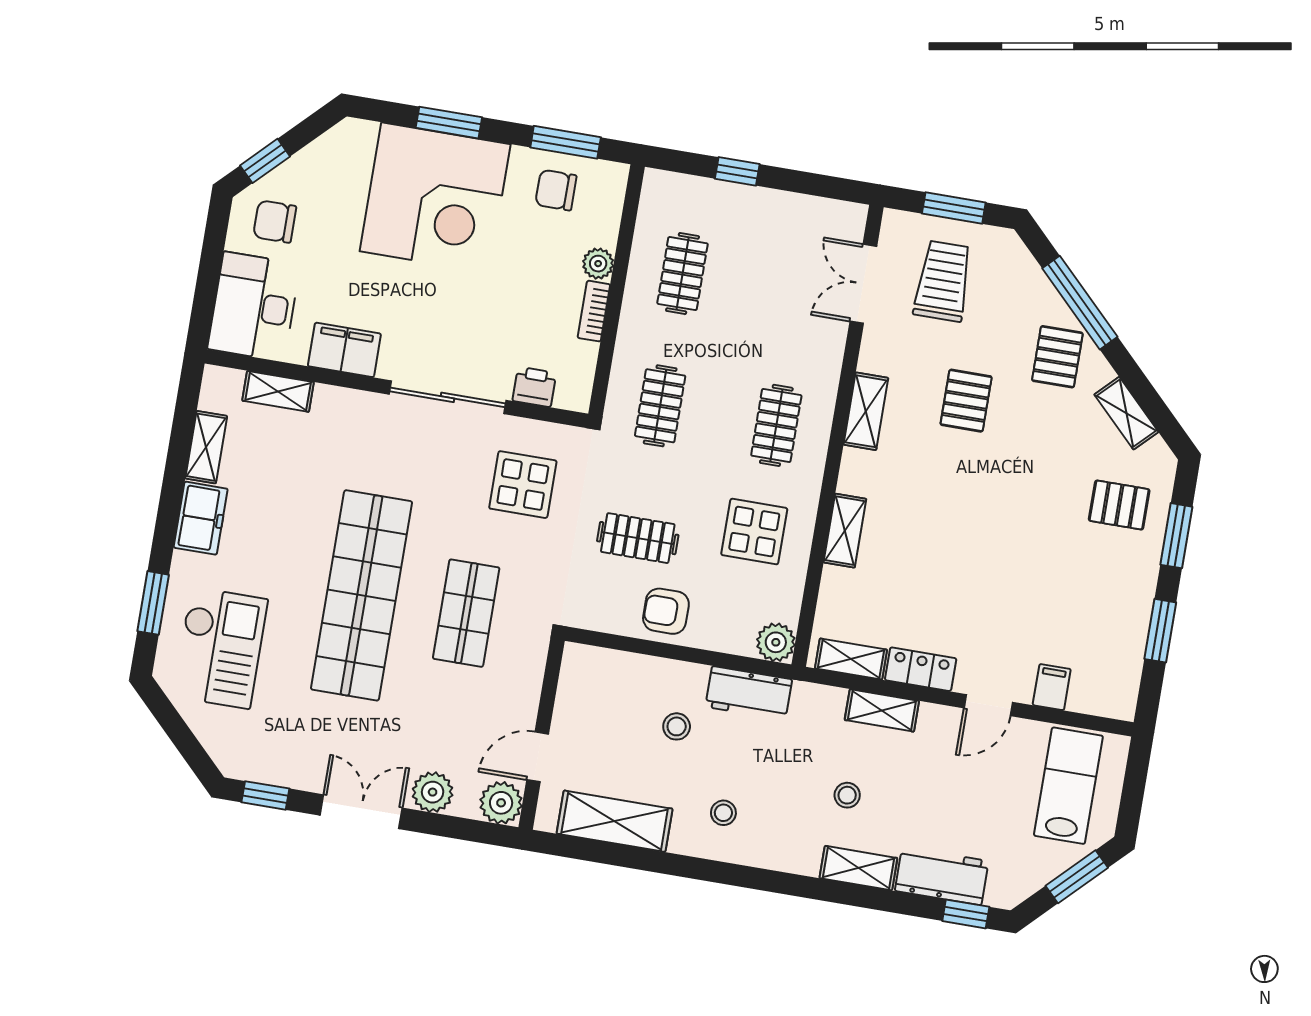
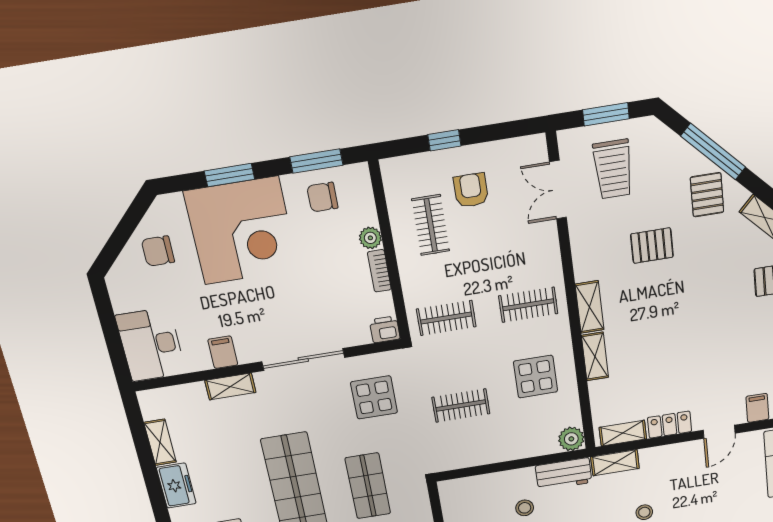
window: (265, 161) -> (114, 245), removed
chair: (275, 222) -> (158, 251), moved
trolley: (943, 281) -> (613, 169), turned 180
filing cabinet: (344, 350) -> (223, 352), width x0.50
printer: (534, 387) -> (385, 329), moved
shelving: (278, 391) -> (230, 386), moved
pallet: (966, 401) -> (652, 246), turned 90
clothes rail: (660, 406) -> (446, 318), turned 90
shelving: (866, 411) -> (590, 307), moved
clothes rail: (776, 425) -> (528, 305), turned 90
armchair: (666, 611) -> (471, 190), moved, turned 90
shelving: (882, 710) -> (615, 463), moved

